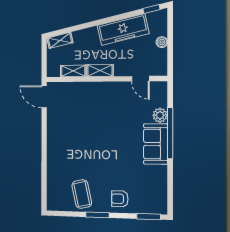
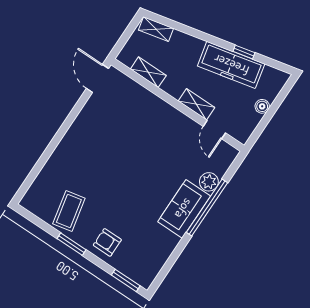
window: (151, 9) -> (244, 52), moved
shelving: (100, 70) -> (196, 104), moved

